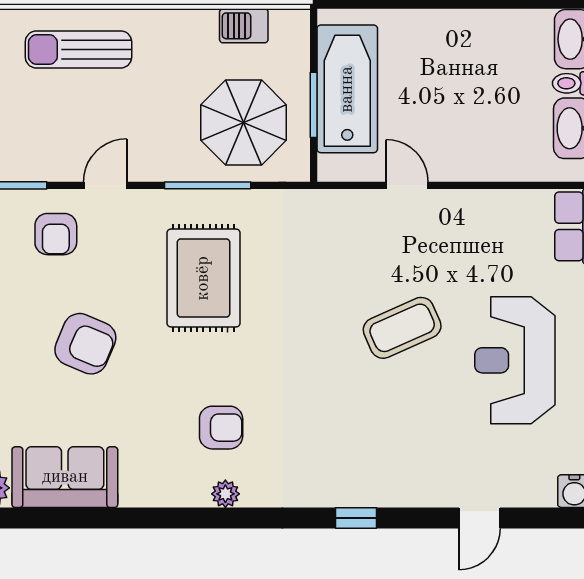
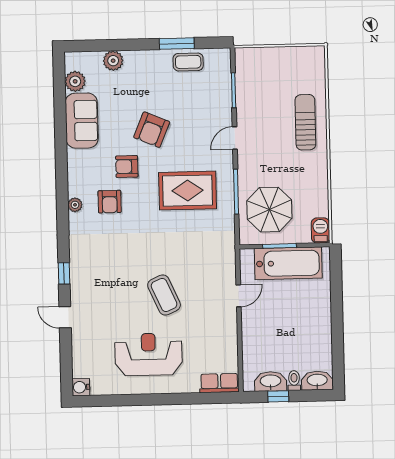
barbecue: (244, 26) -> (320, 230), moved
door: (105, 185) -> (235, 138), swing flipped
armchair: (56, 234) -> (127, 167), moved
door: (479, 518) -> (65, 317), moved

